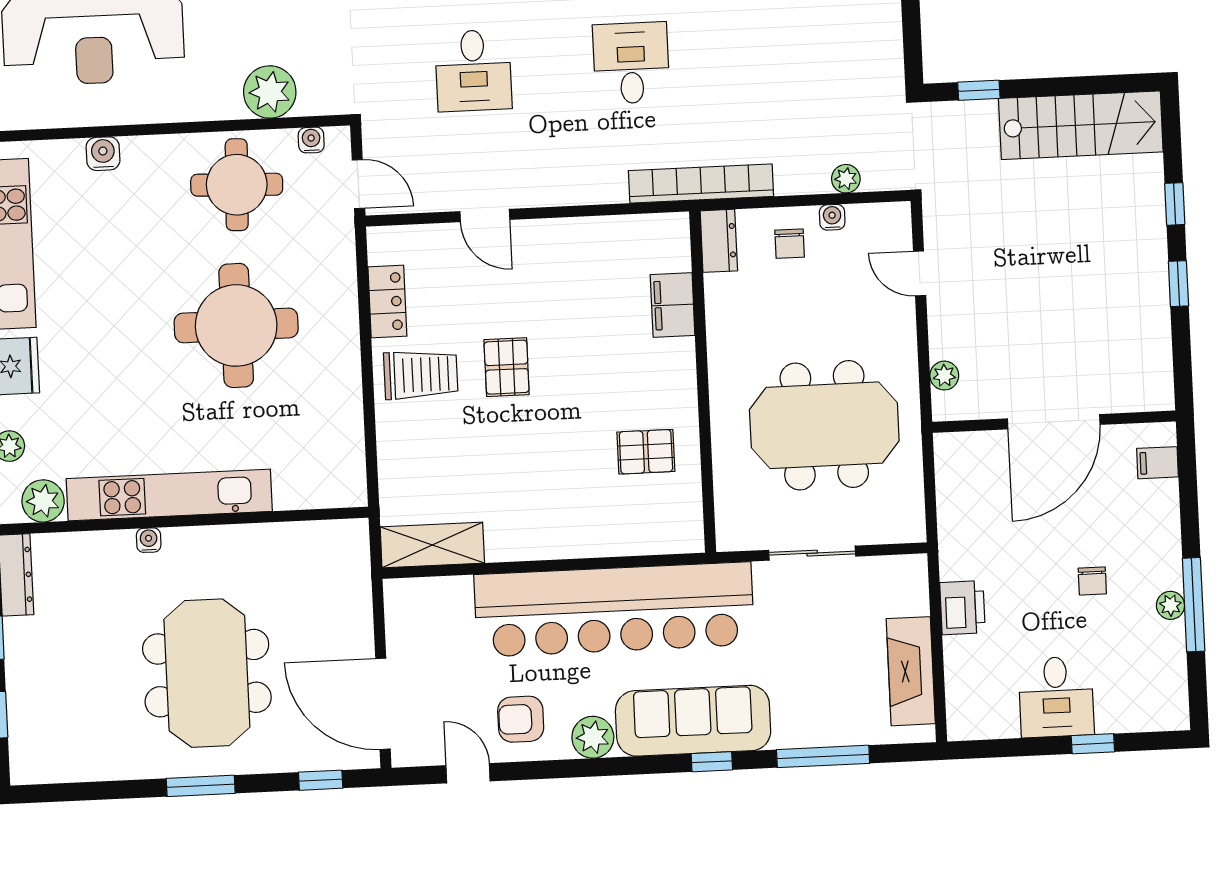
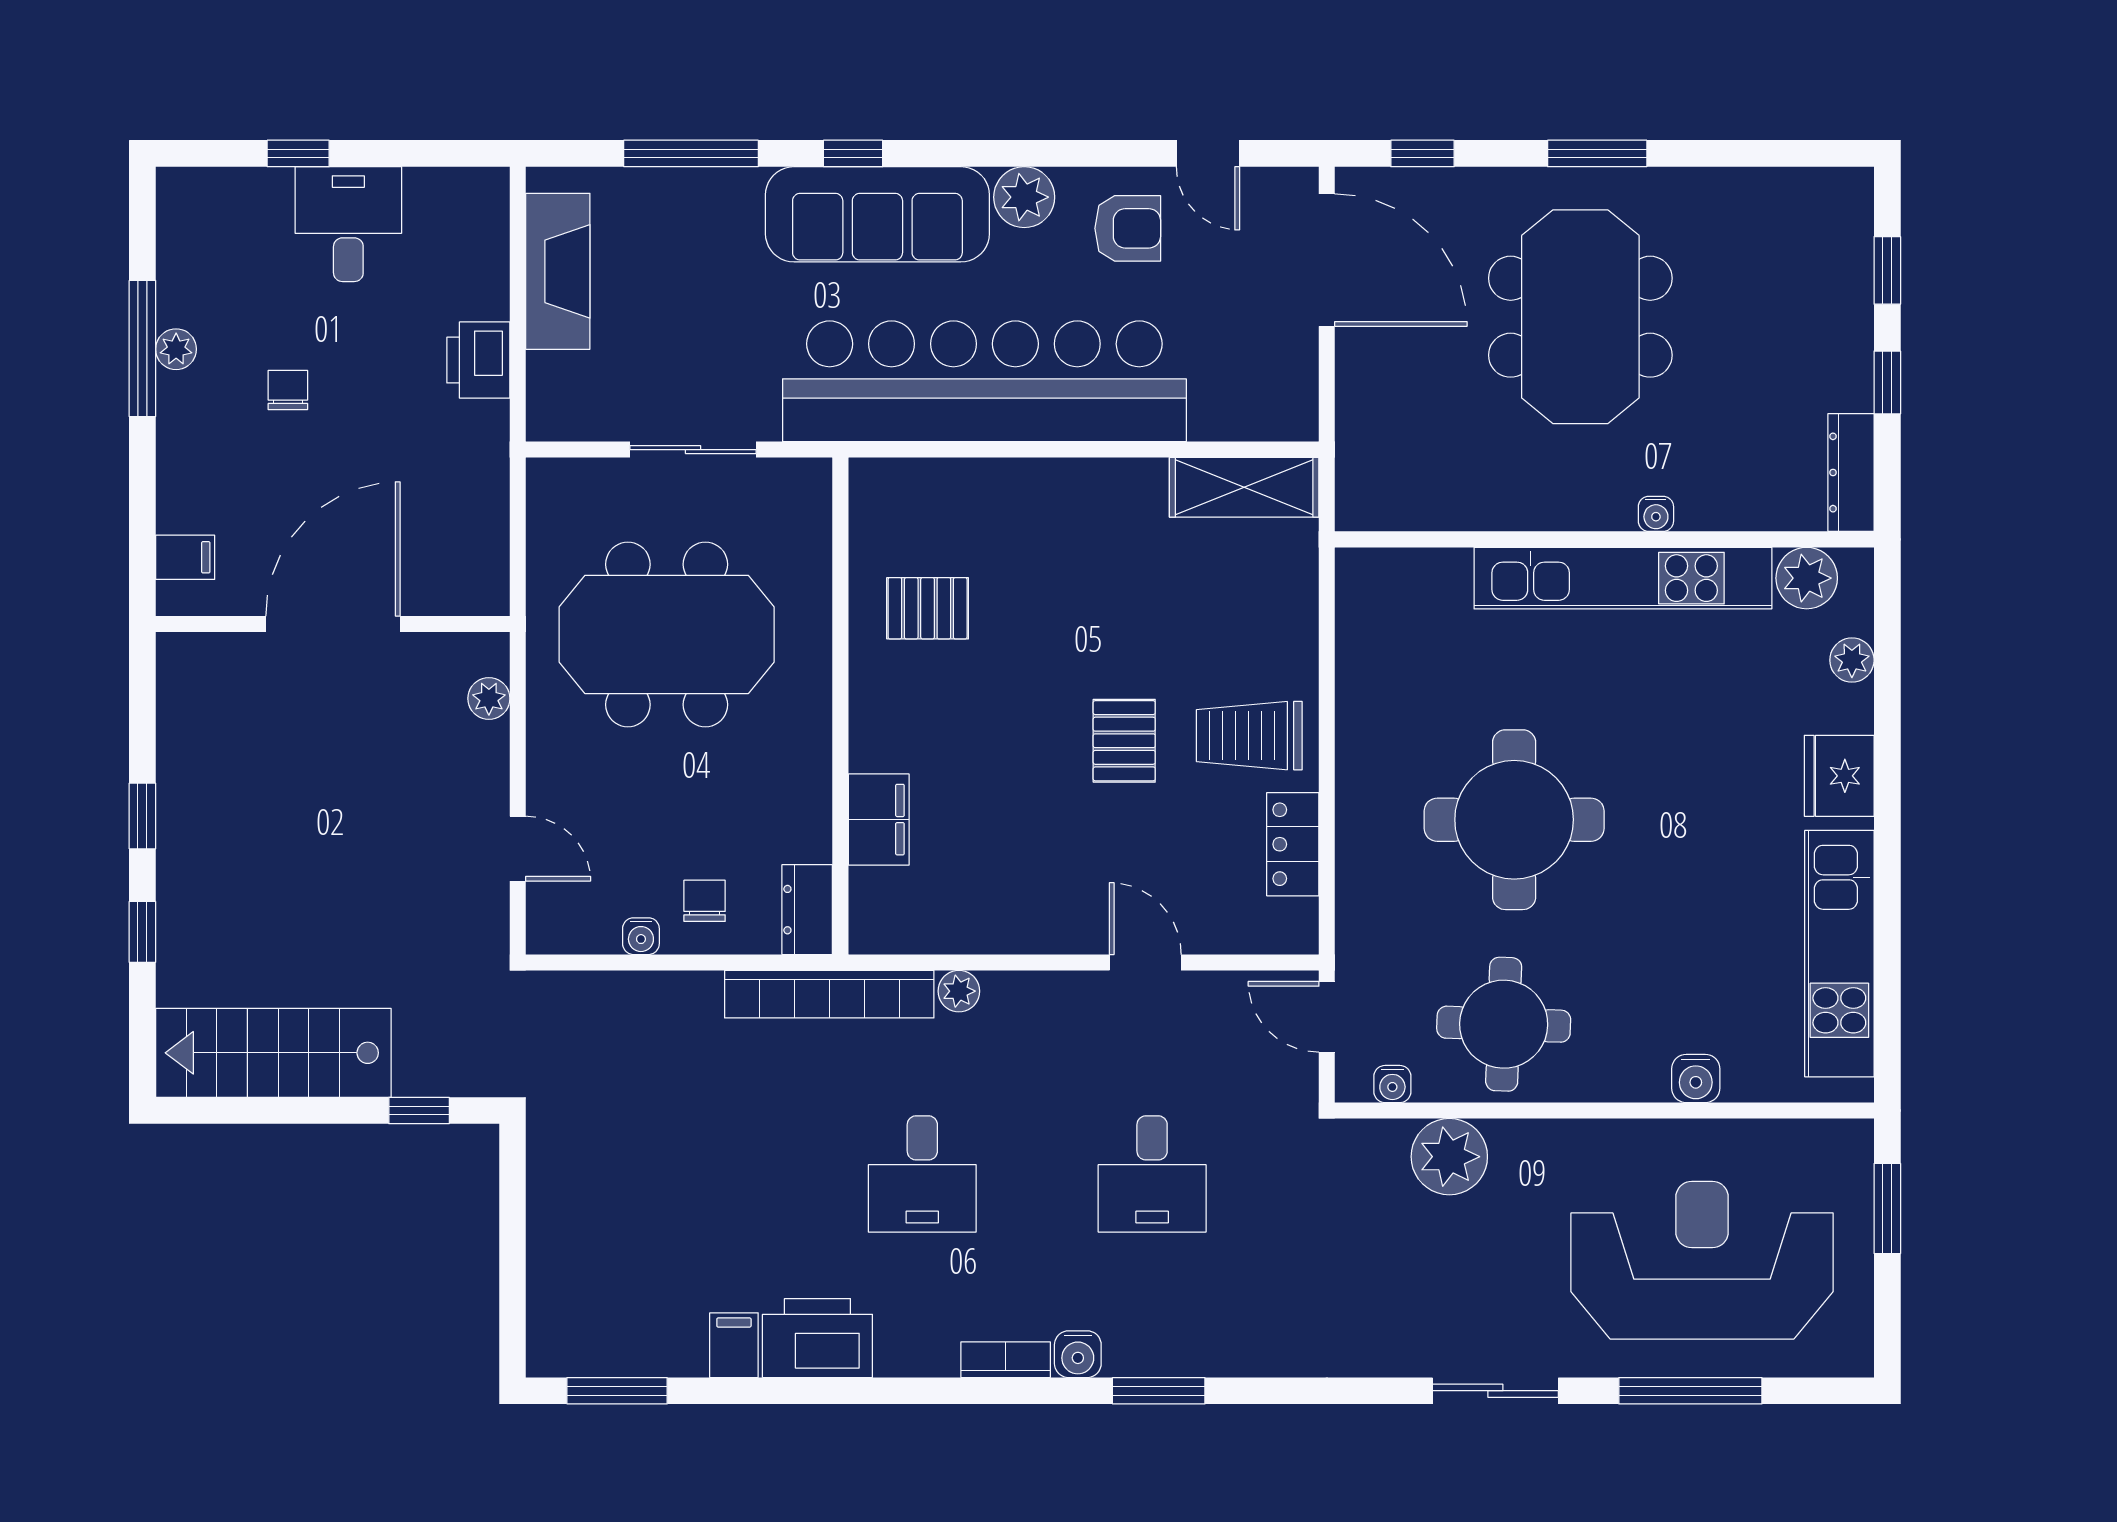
desk: (473, 70) -> (1152, 1174), turned 180
plant: (846, 179) -> (959, 991), moved

